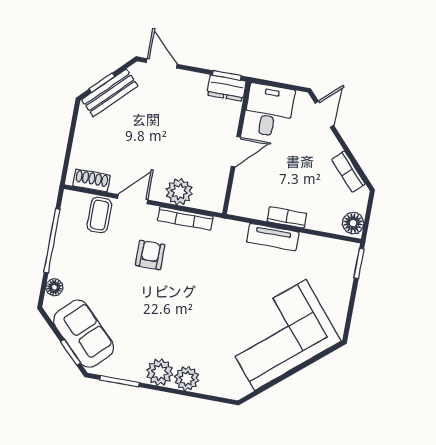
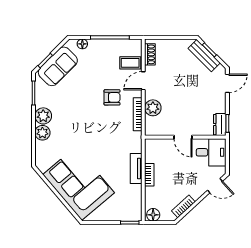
door: (133, 199) -> (143, 81), swing flipped

